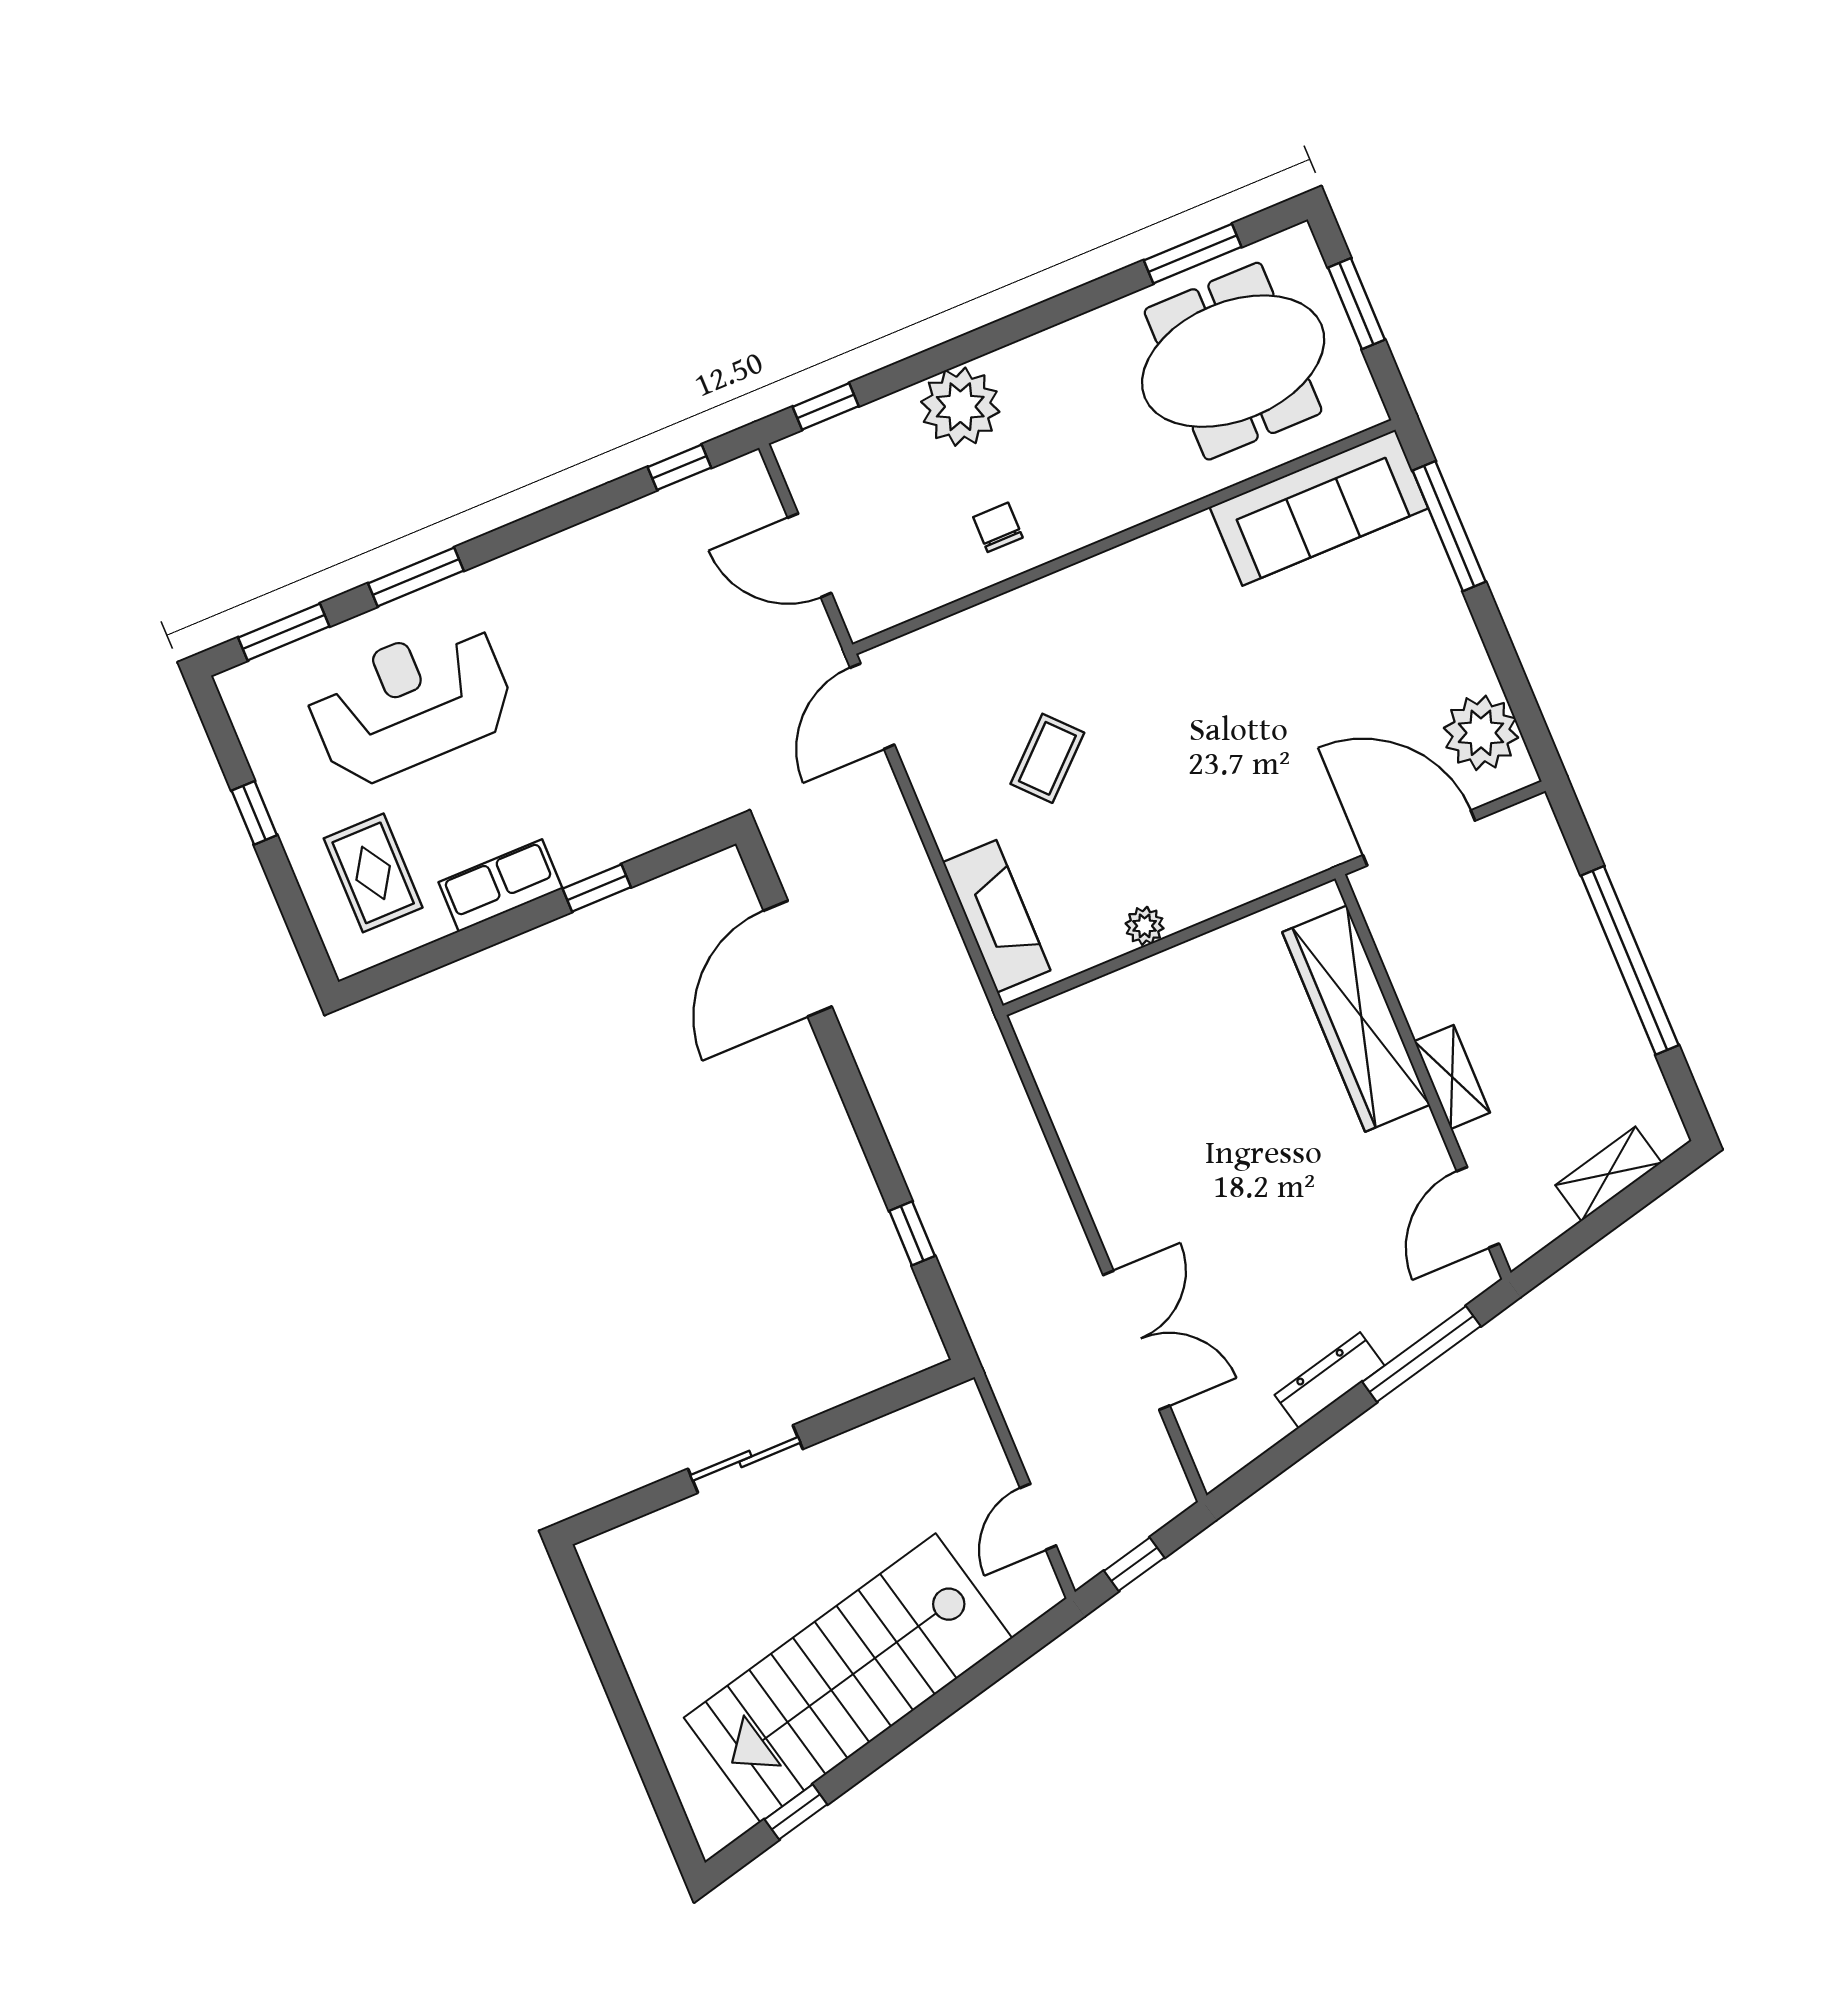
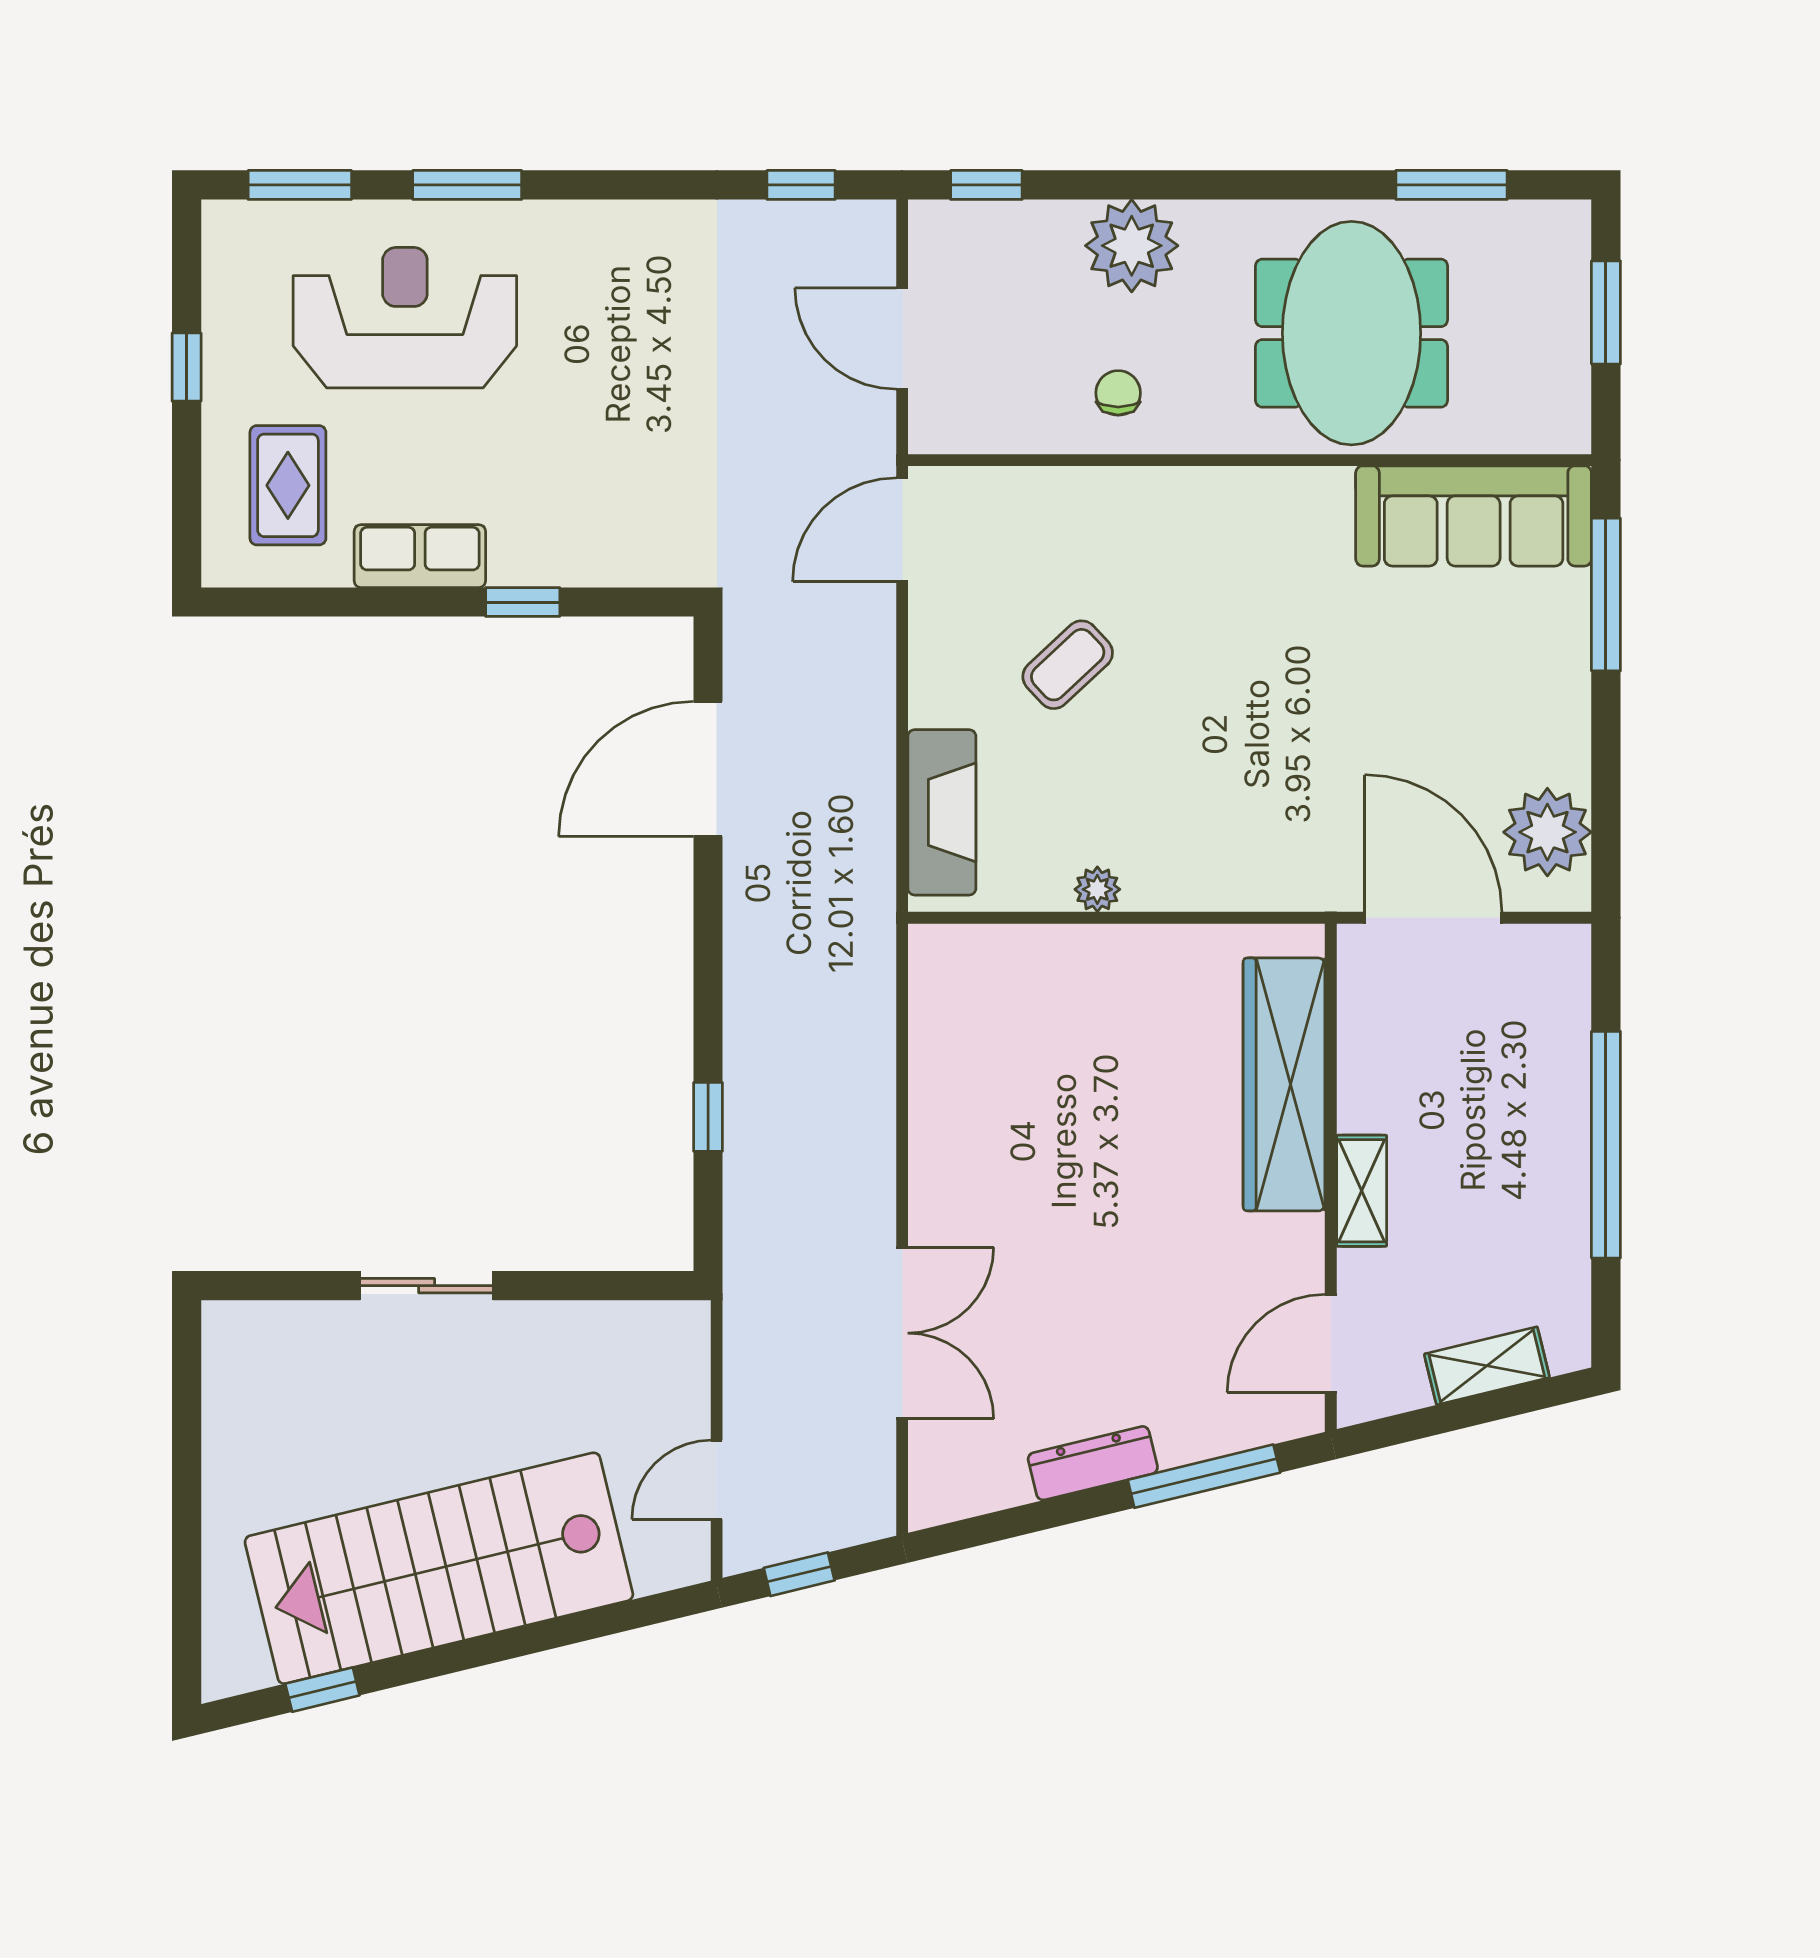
meeting table: (1233, 361) -> (1352, 333), moved, turned 90

